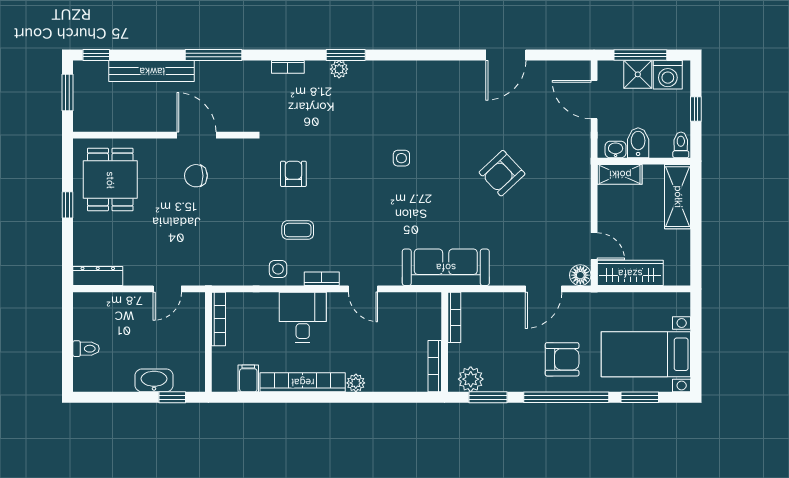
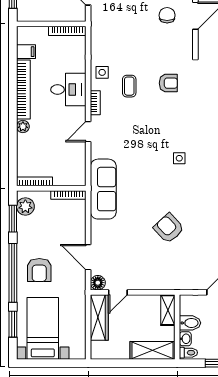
washbasin: (616, 149) -> (185, 339), moved

